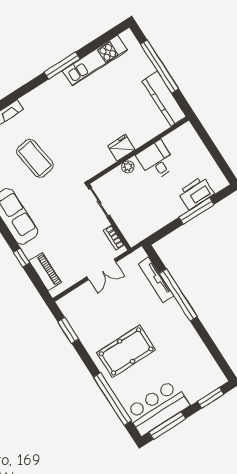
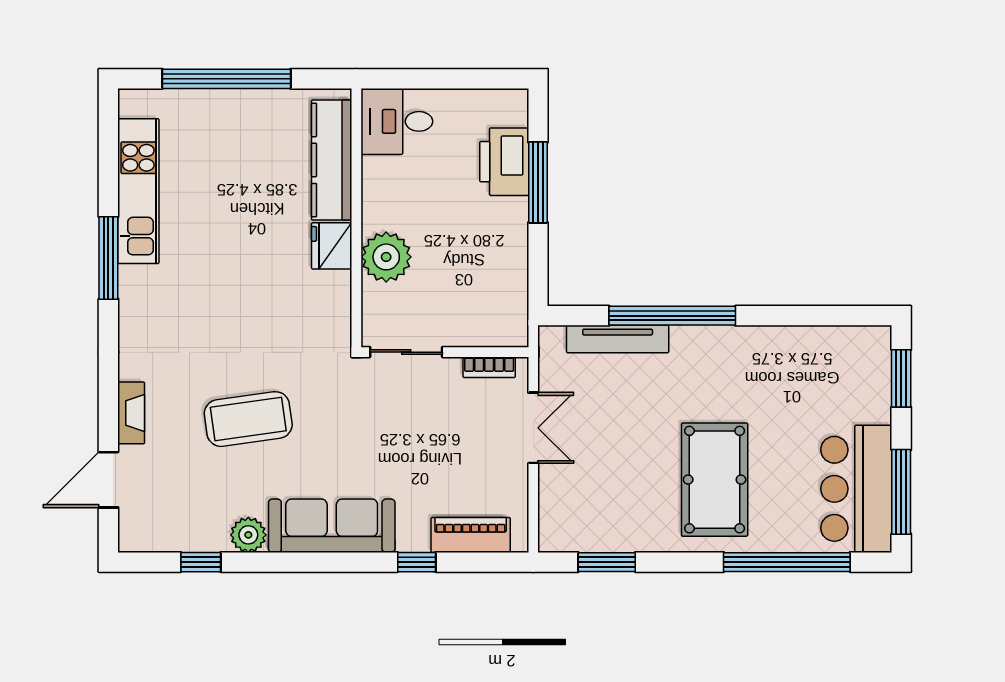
kitchen counter: (164, 99) -> (332, 160), moved, turned 90
desk: (156, 160) -> (397, 121), moved
plant: (128, 167) -> (386, 257), width x1.87, depth x1.87

